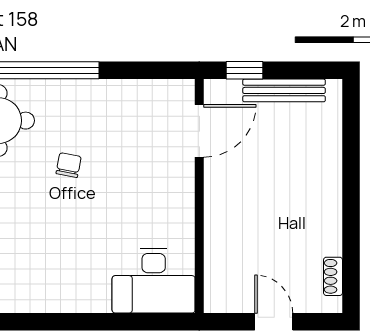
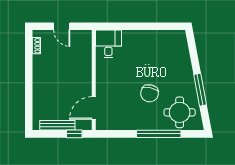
chair: (69, 165) -> (150, 93), width x1.87, depth x1.87
desk: (154, 281) -> (108, 44), width x0.73

